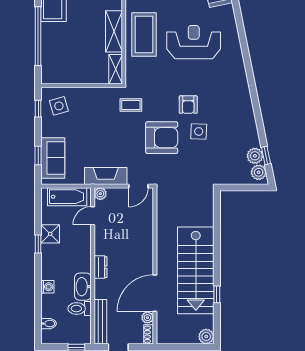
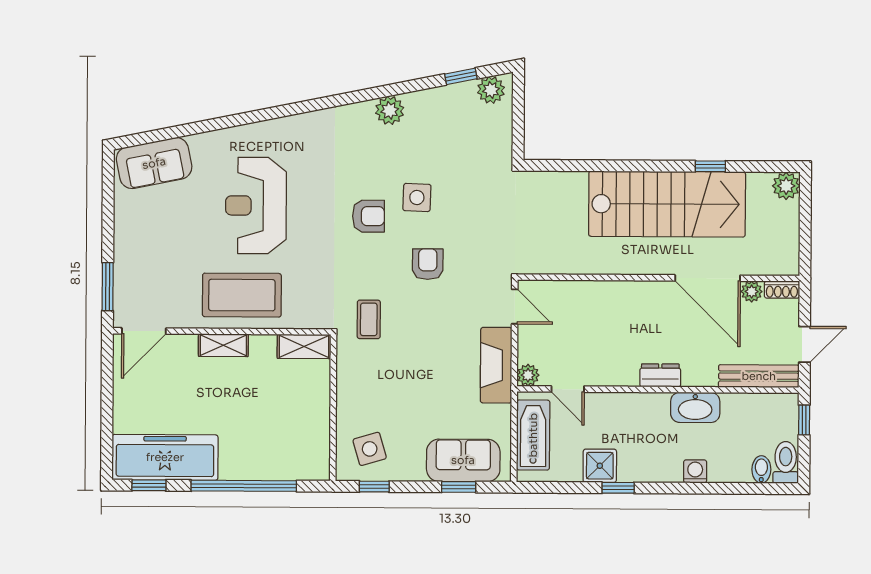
shelving: (114, 31) -> (223, 345), width x0.67, depth x0.75
armchair: (162, 138) -> (428, 264), width x0.53, depth x0.53
plant: (255, 156) -> (390, 110), moved
toilet: (80, 308) -> (786, 462), moved, turned 180

